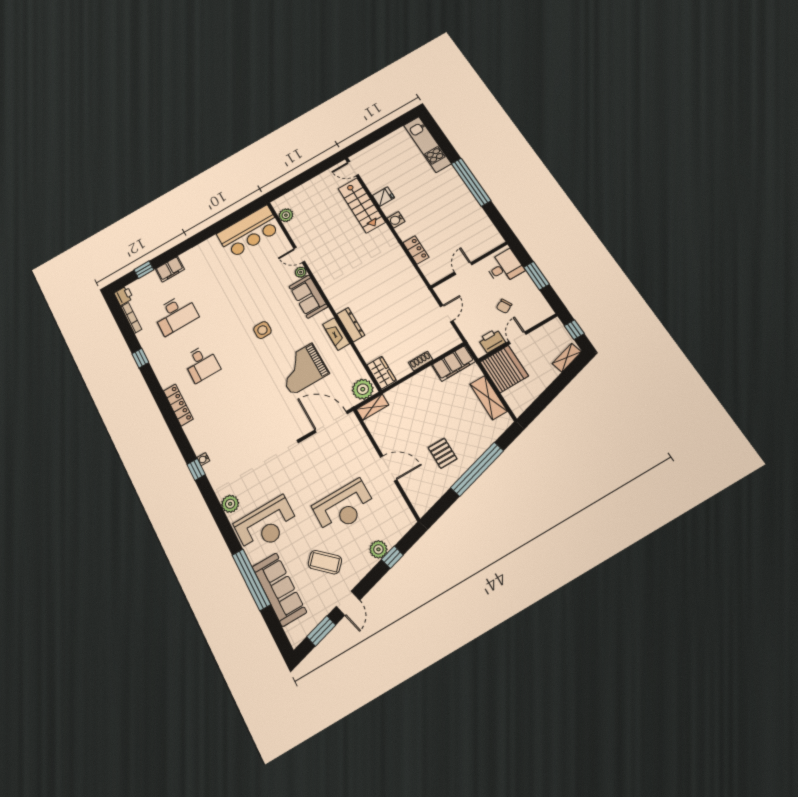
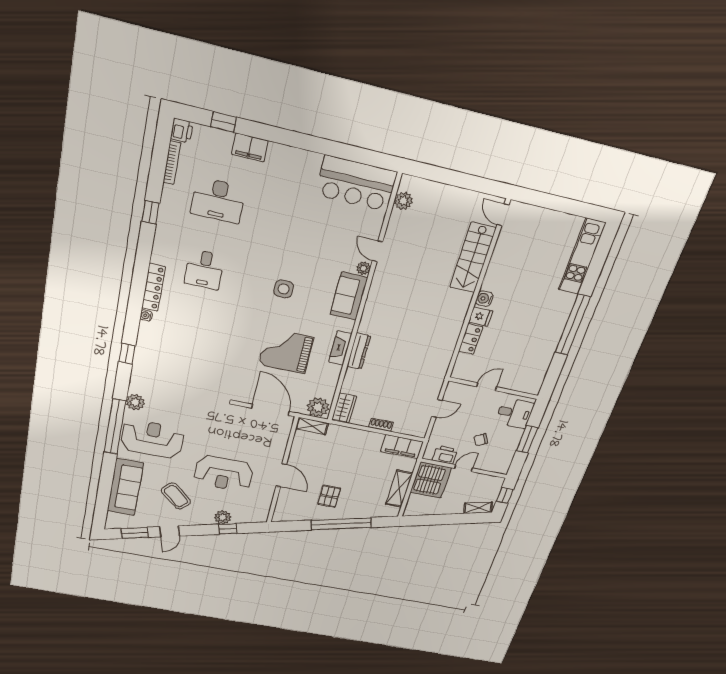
fridge: (383, 197) -> (481, 317), moved
water cooler: (203, 459) -> (146, 315), moved
reception desk: (266, 525) -> (152, 439), turned 180
window: (251, 580) -> (115, 427), moved

